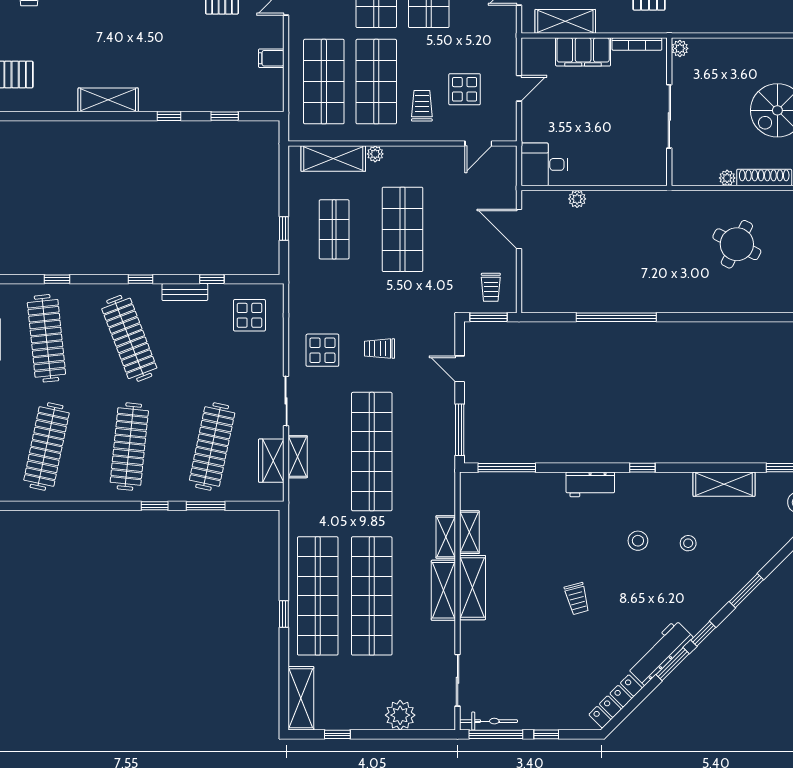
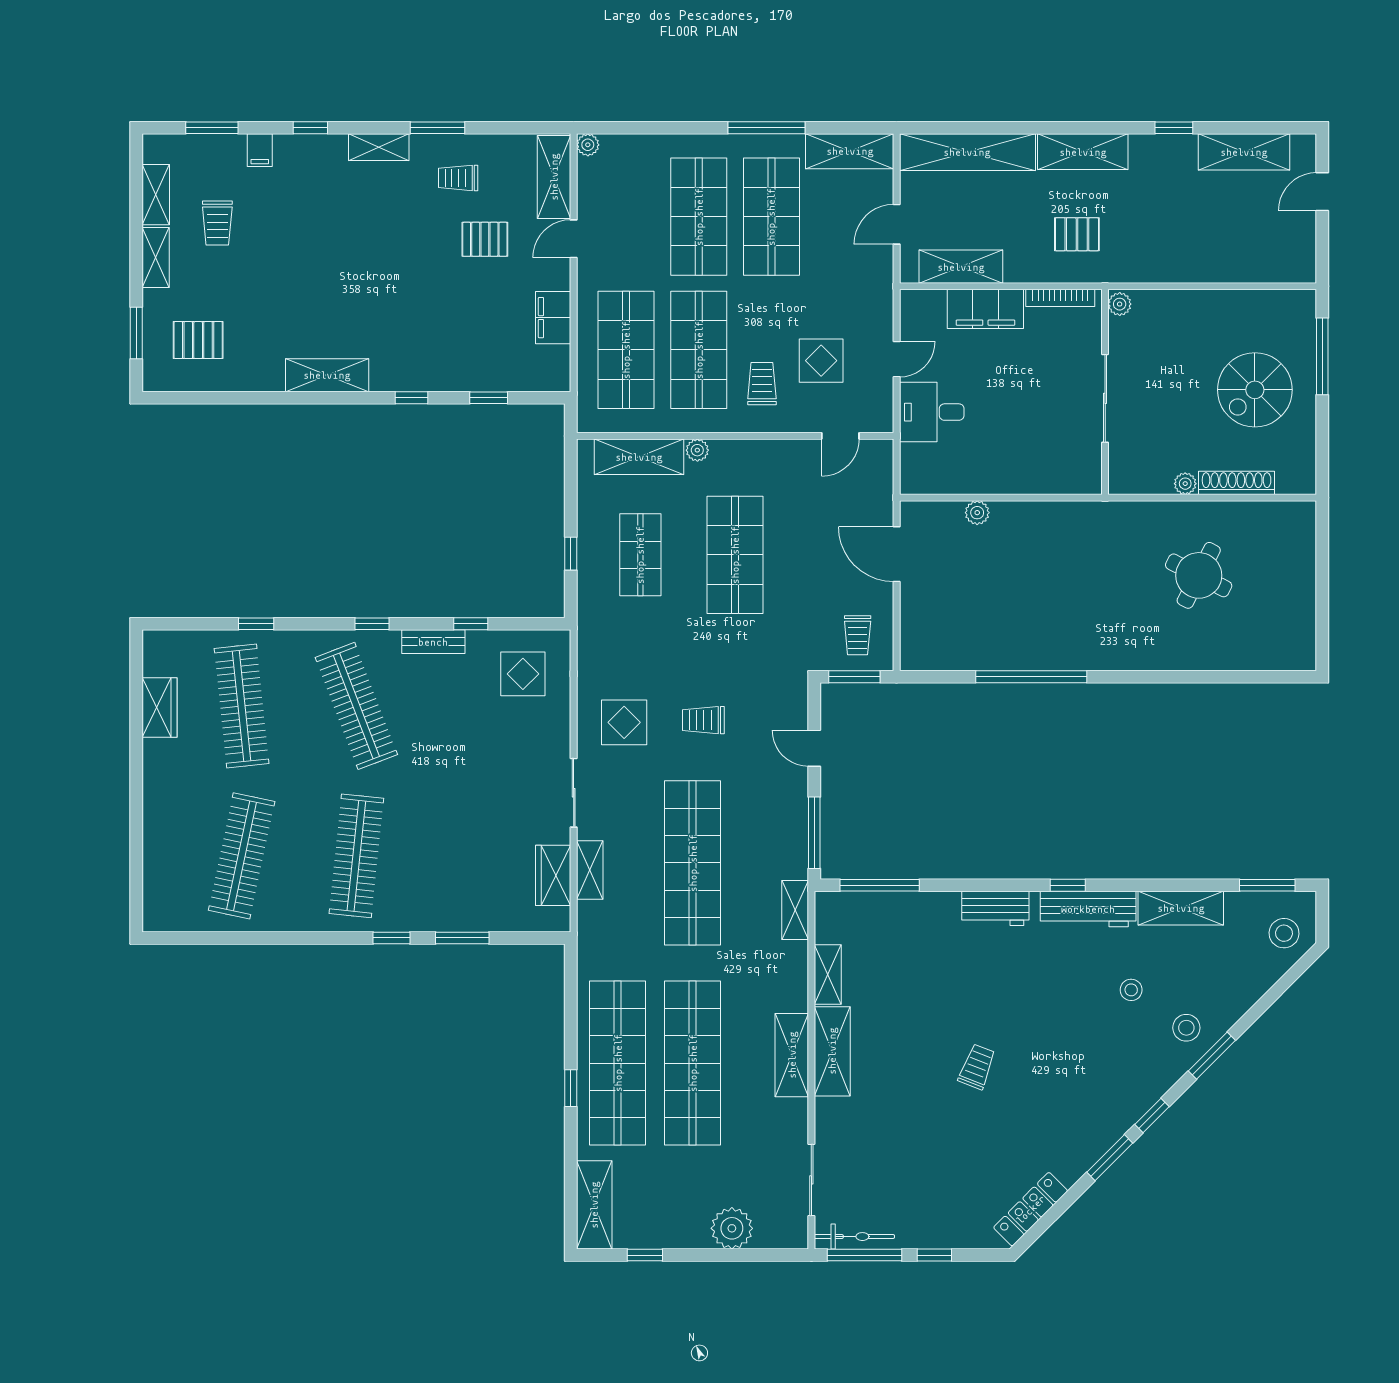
filing cabinet: (271, 58) -> (553, 318), width x2.00
desk: (544, 164) -> (932, 412), moved
clothes rail: (212, 447) -> (471, 856), removed
shelving: (446, 537) -> (795, 910), moved
stool: (638, 541) -> (1186, 1028), moved
trolley: (577, 599) -> (977, 1067), turned -144
workbench: (660, 653) -> (1088, 909), moved, turned -135

